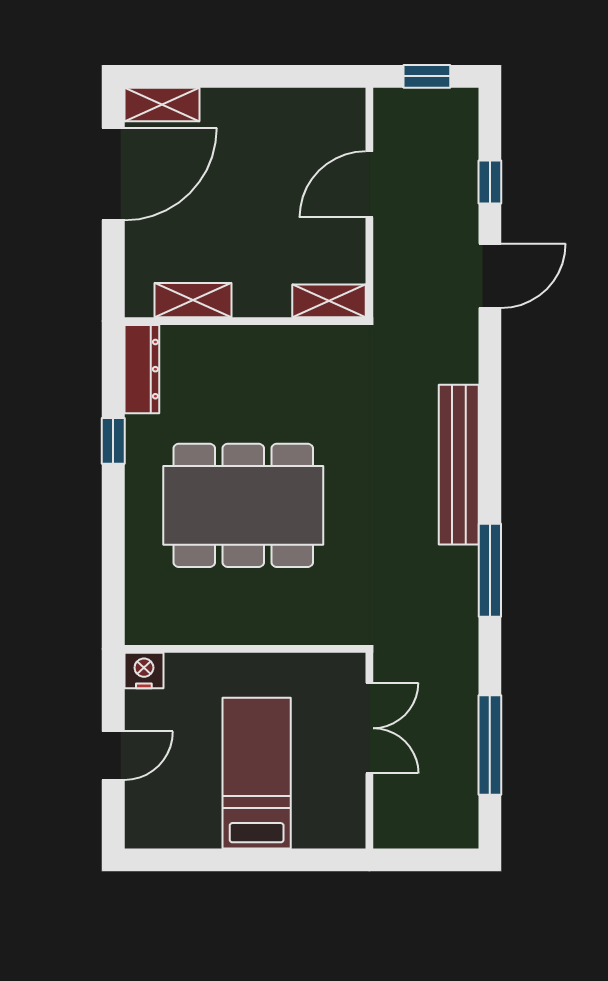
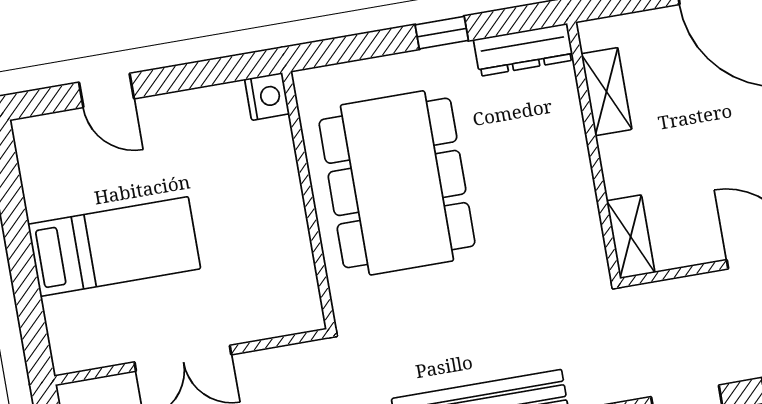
wall: (245, 649) -> (309, 200), moved
nightstand: (144, 670) -> (267, 96), moved

